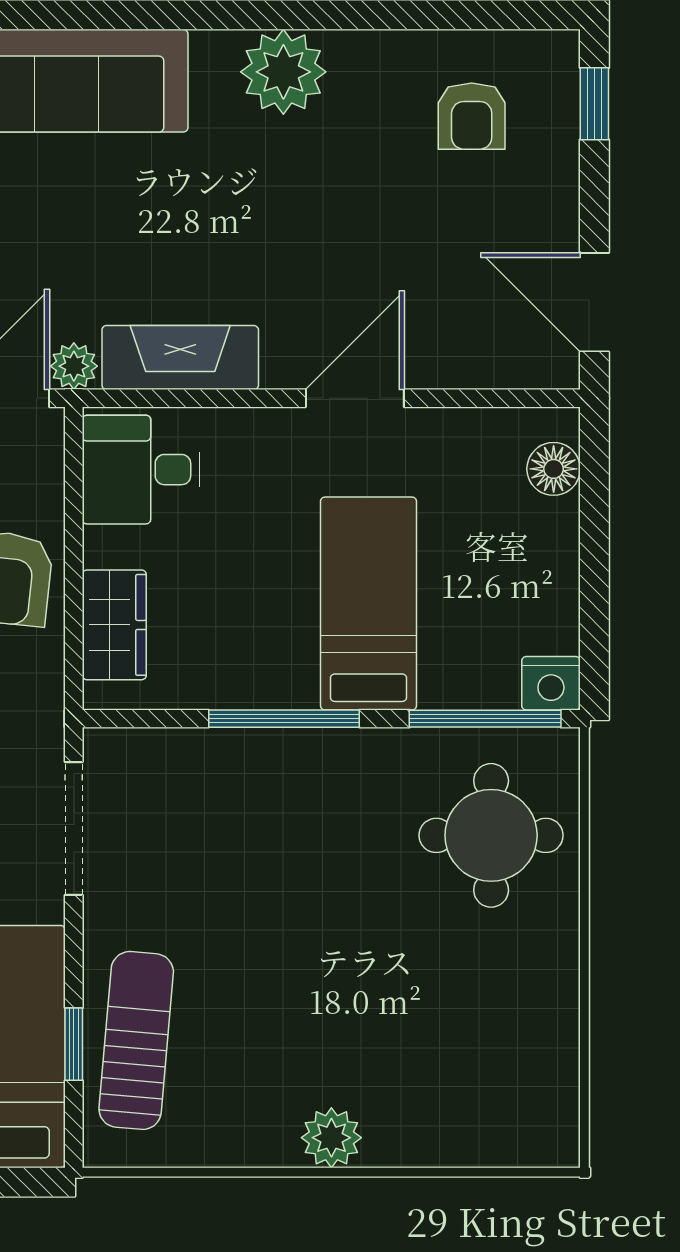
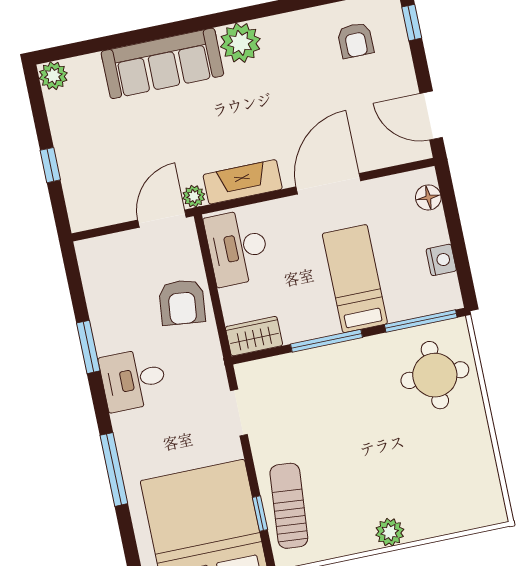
plant: (283, 72) -> (240, 43), moved
door: (355, 398) -> (328, 184), width x1.36
desk: (141, 470) -> (237, 248), width x1.37
wardrobe: (114, 625) -> (254, 336), moved, turned -90
nightstand: (551, 683) -> (441, 260), moved, turned -90
doorway: (74, 828) -> (239, 413), width x0.73

